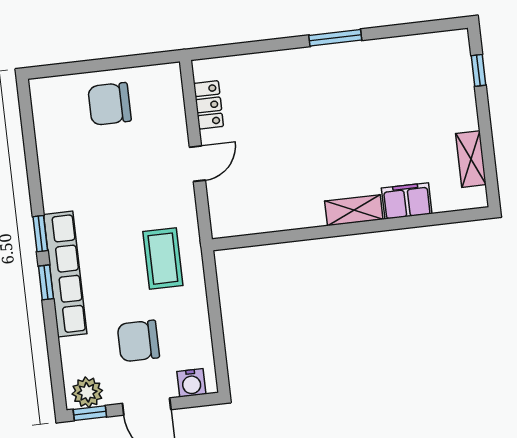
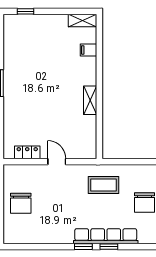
shelving: (471, 159) -> (82, 21), moved
filing cabinet: (407, 201) -> (88, 50), width x0.50
shelving: (354, 210) -> (90, 100), moved

